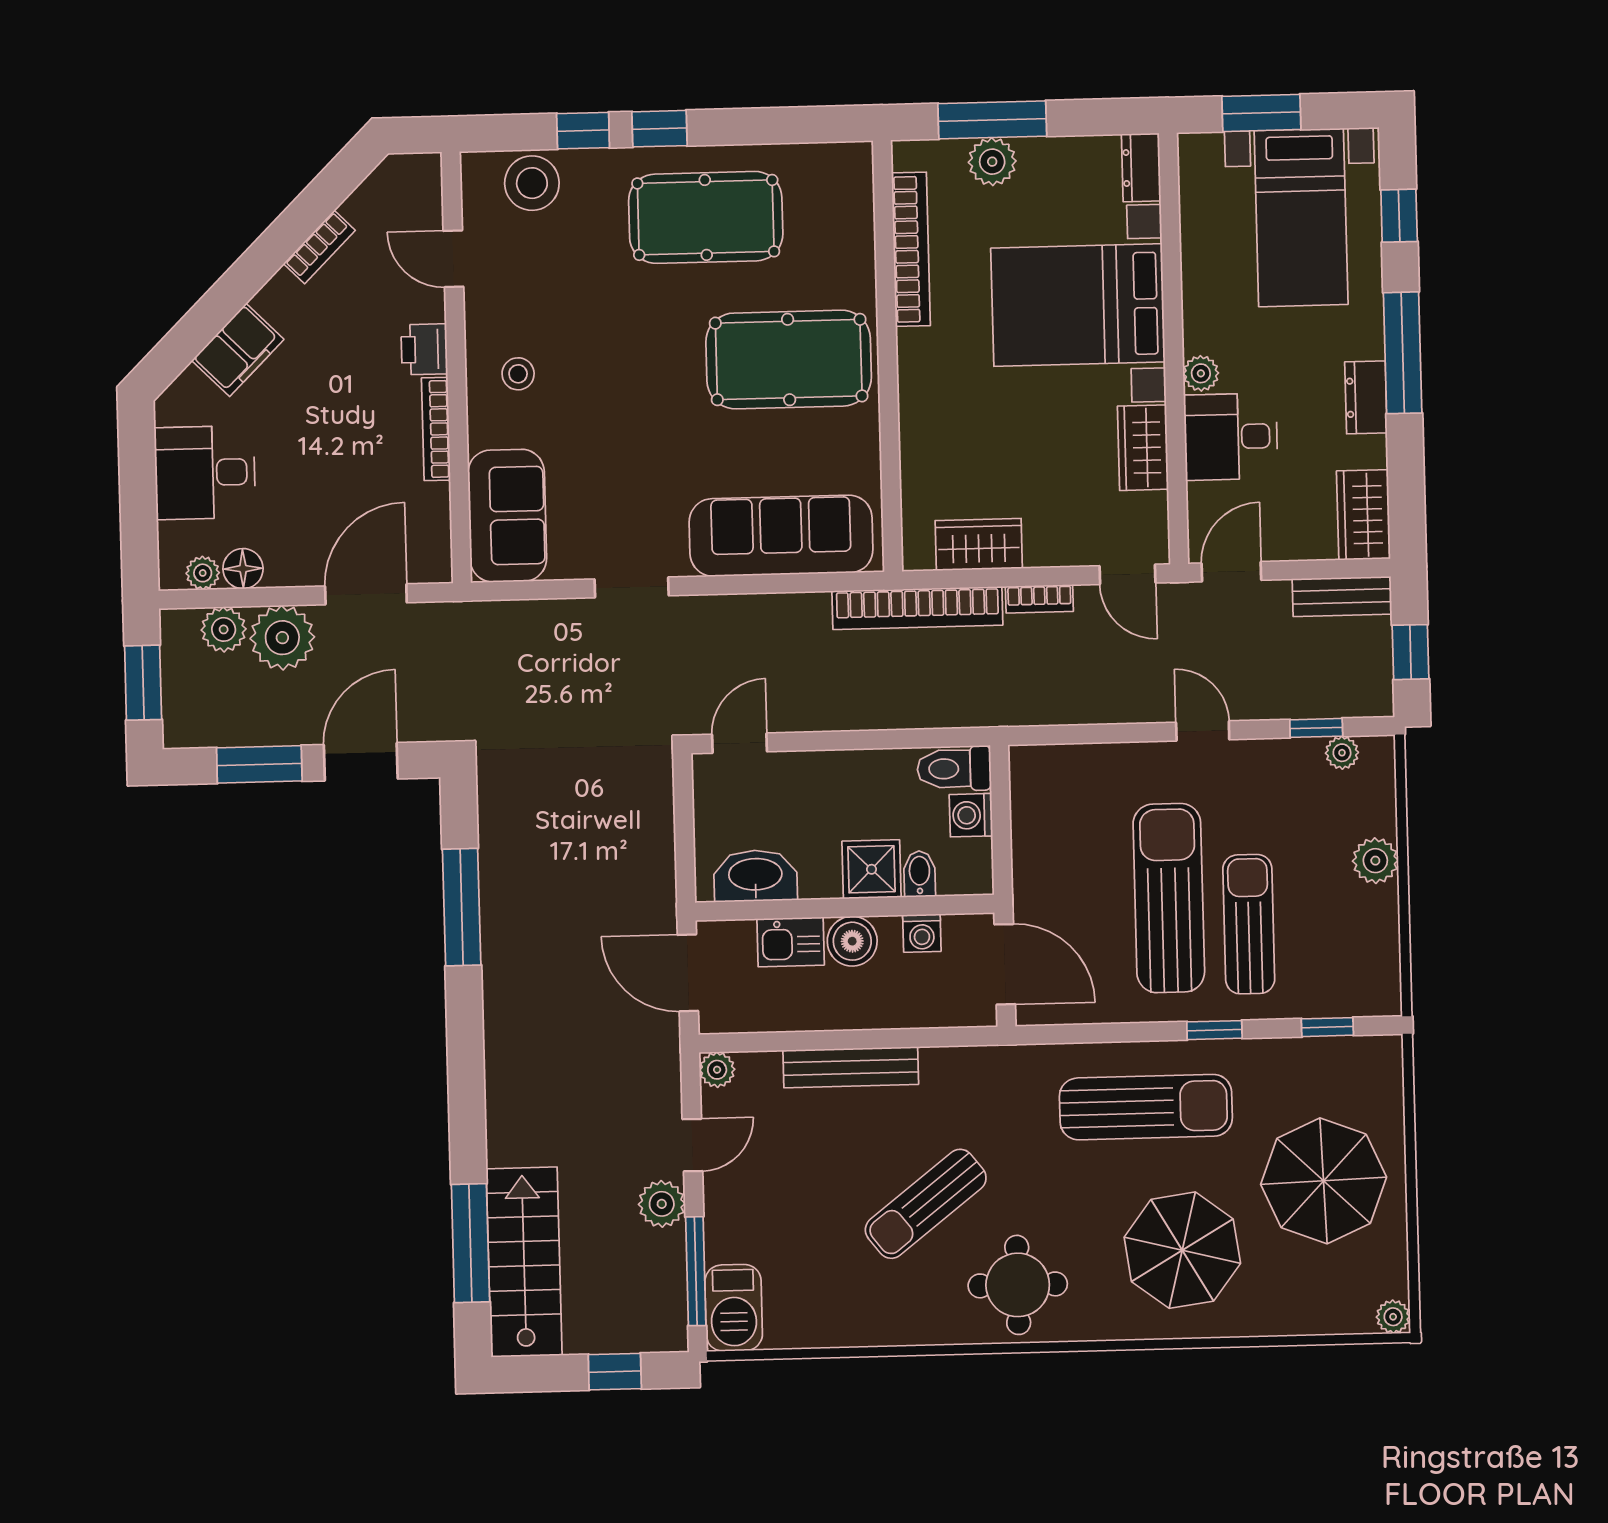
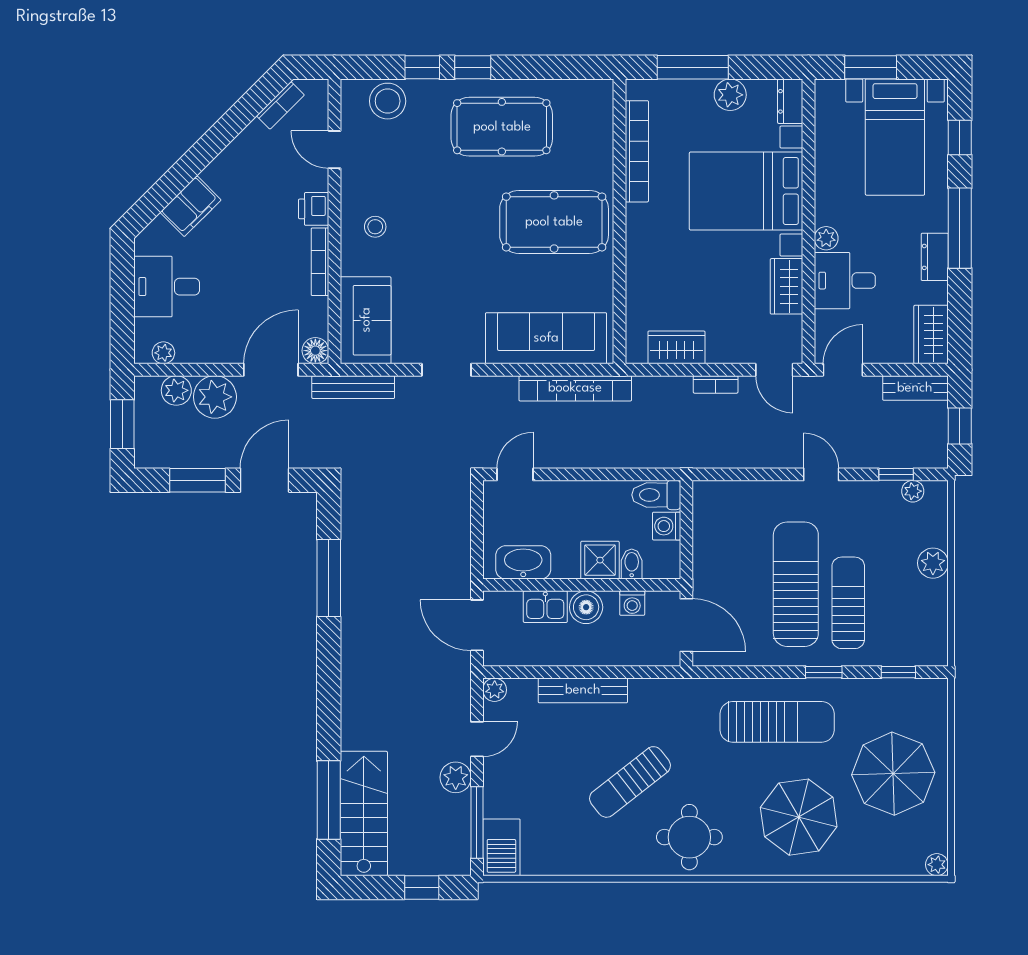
plant: (992, 162) -> (730, 95), moved
bookcase: (319, 247) -> (280, 105), moved
floor lamp: (243, 569) -> (315, 351), moved
bookcase: (917, 608) -> (575, 388), moved
bench: (491, 617) -> (353, 387), added

